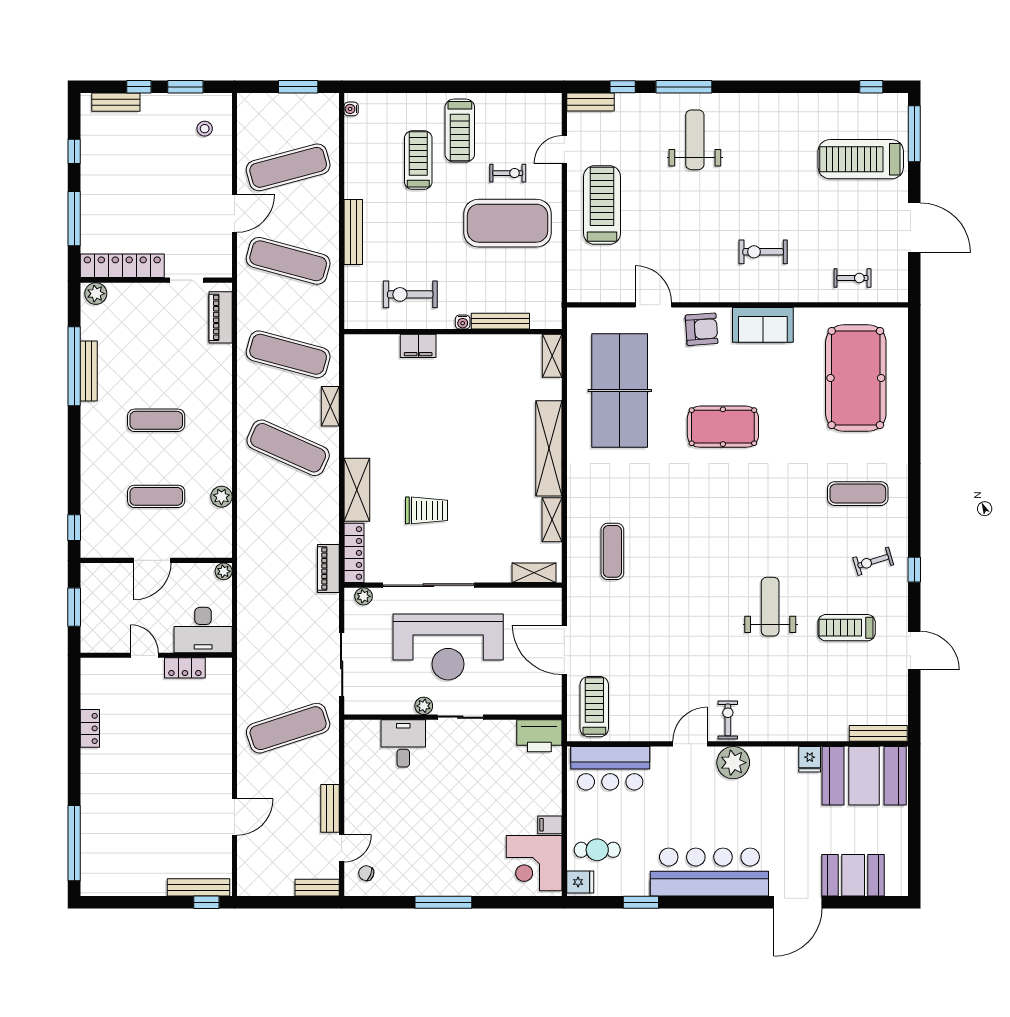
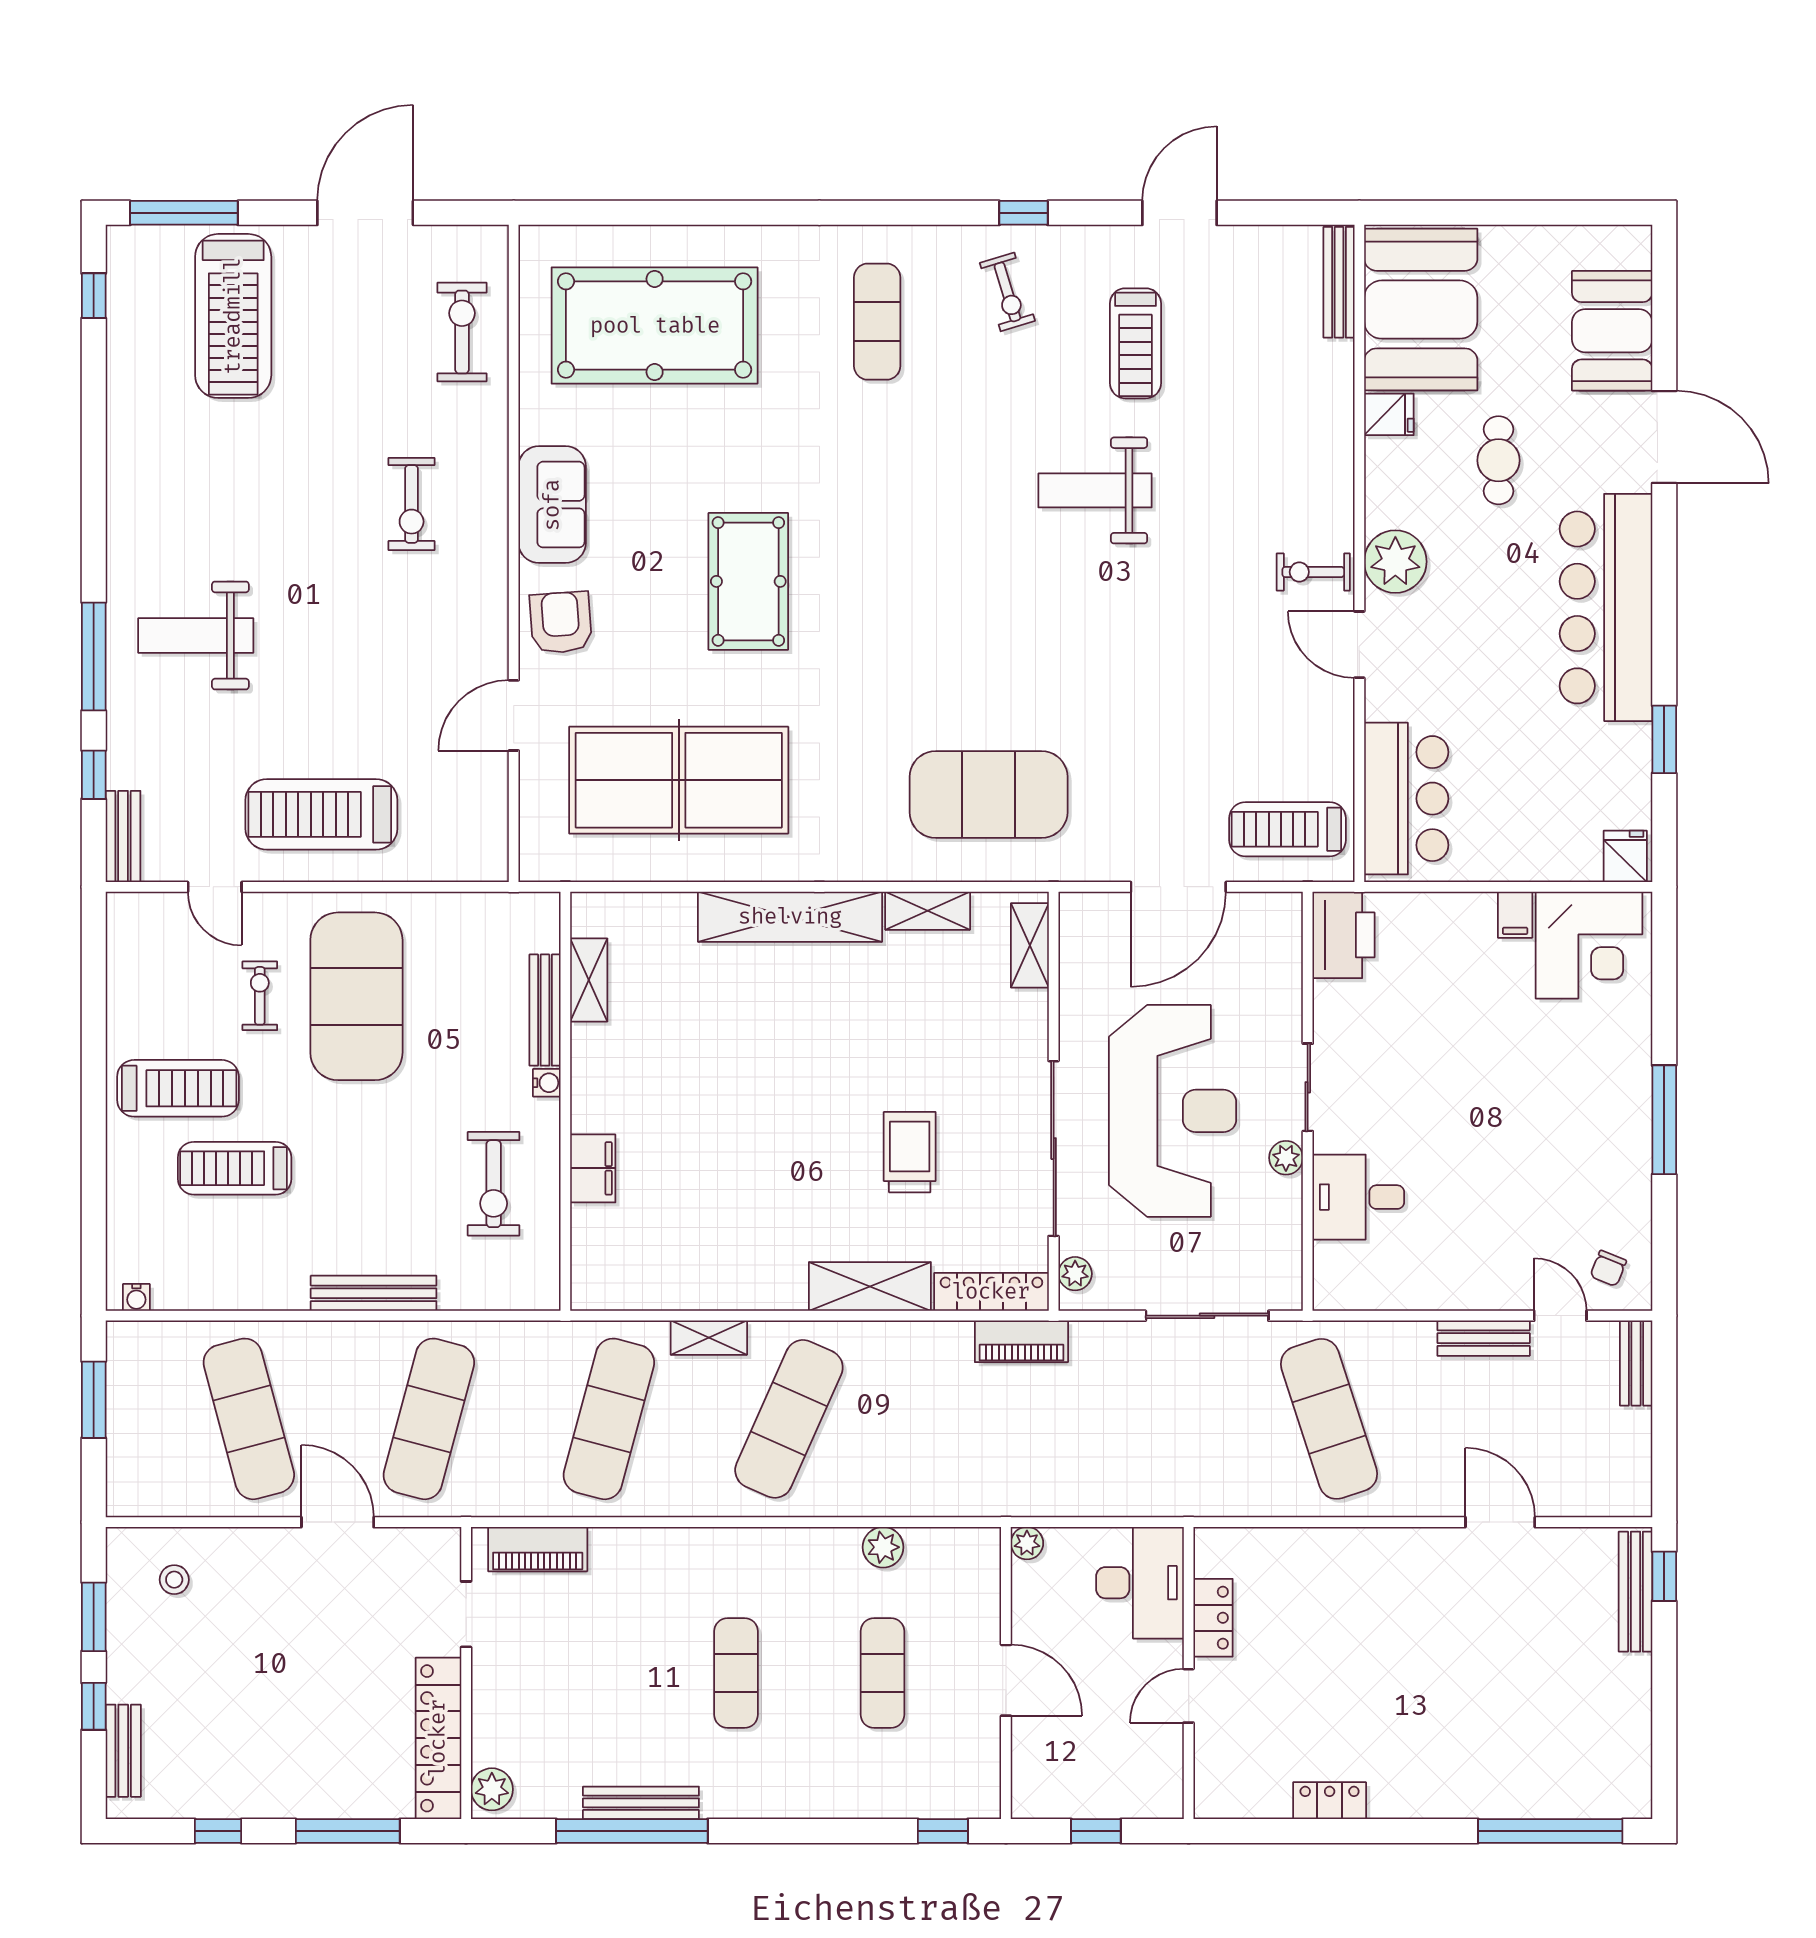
exercise bike: (852, 278) -> (462, 332), width x1.38, depth x1.39
shelving: (552, 356) -> (589, 980), moved, turned 90
exercise mat: (612, 551) -> (989, 794), width x2.00, depth x1.45
window: (74, 607) -> (1096, 1831), width x0.67
cafe table: (597, 850) -> (1498, 460), moved

